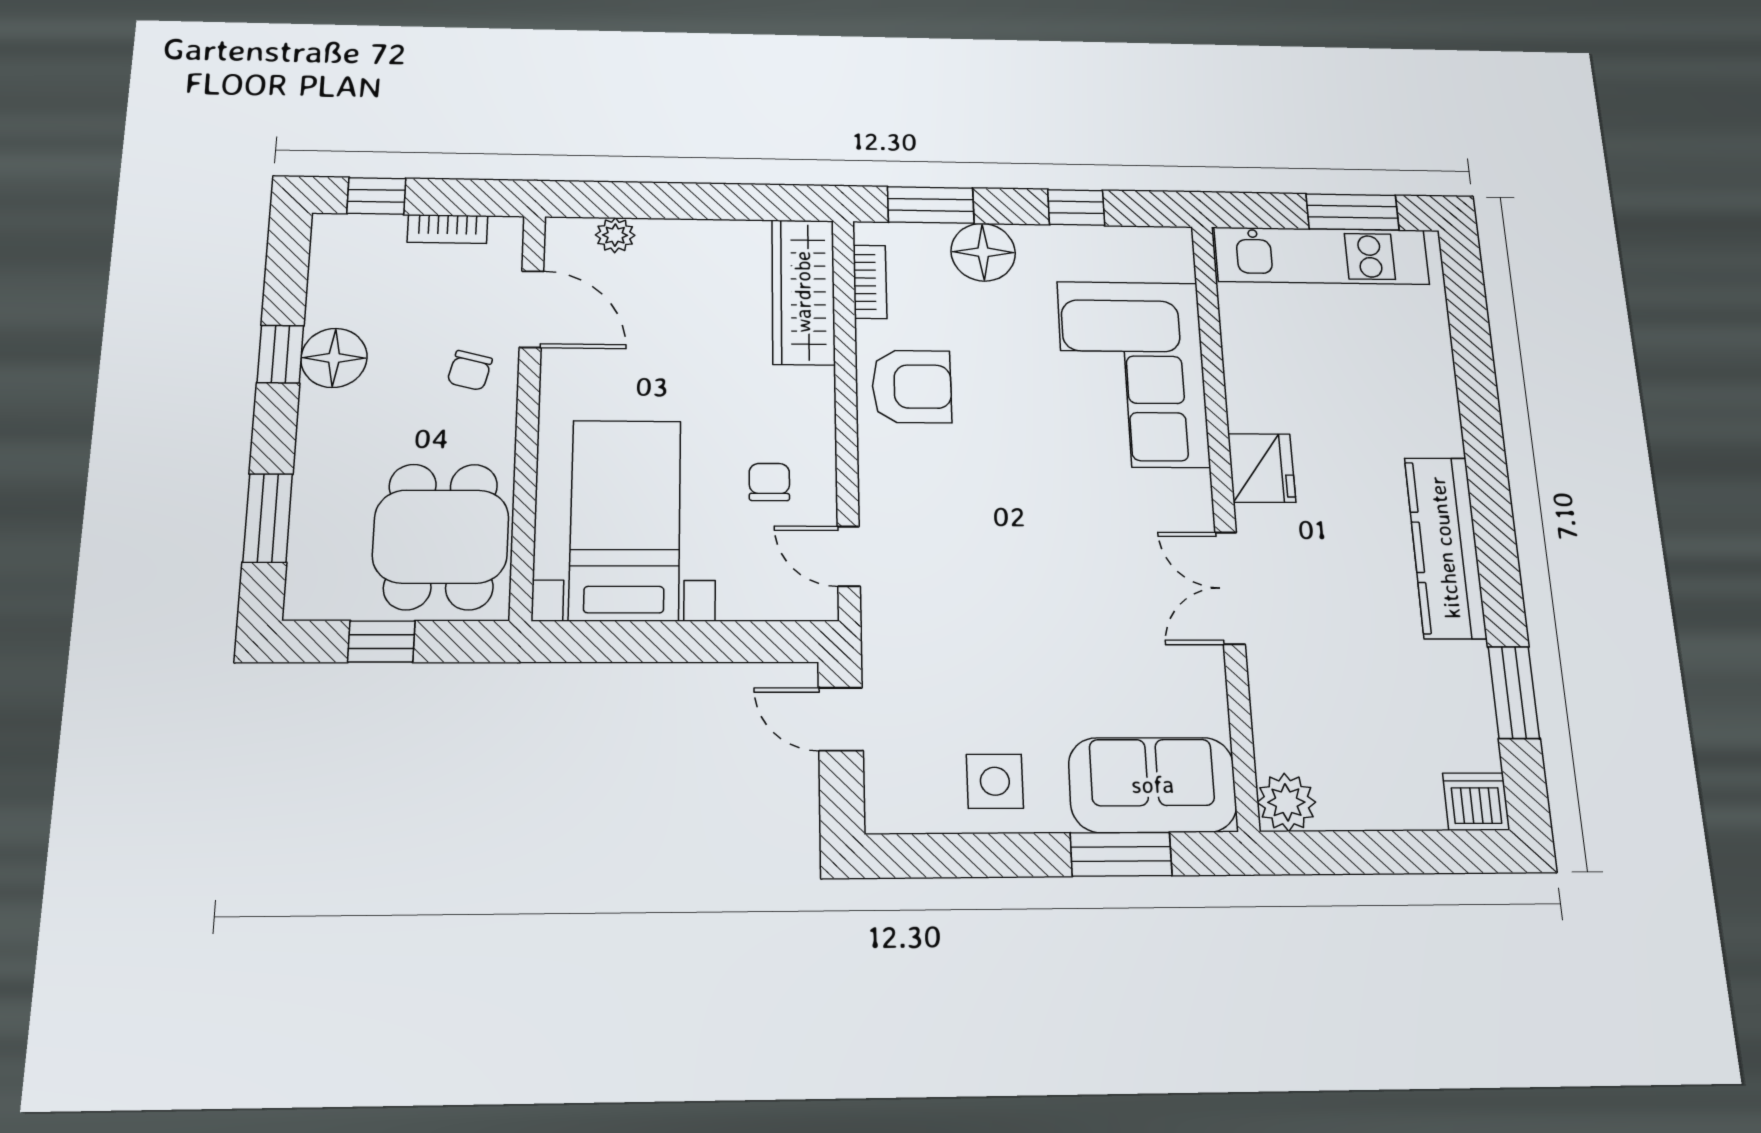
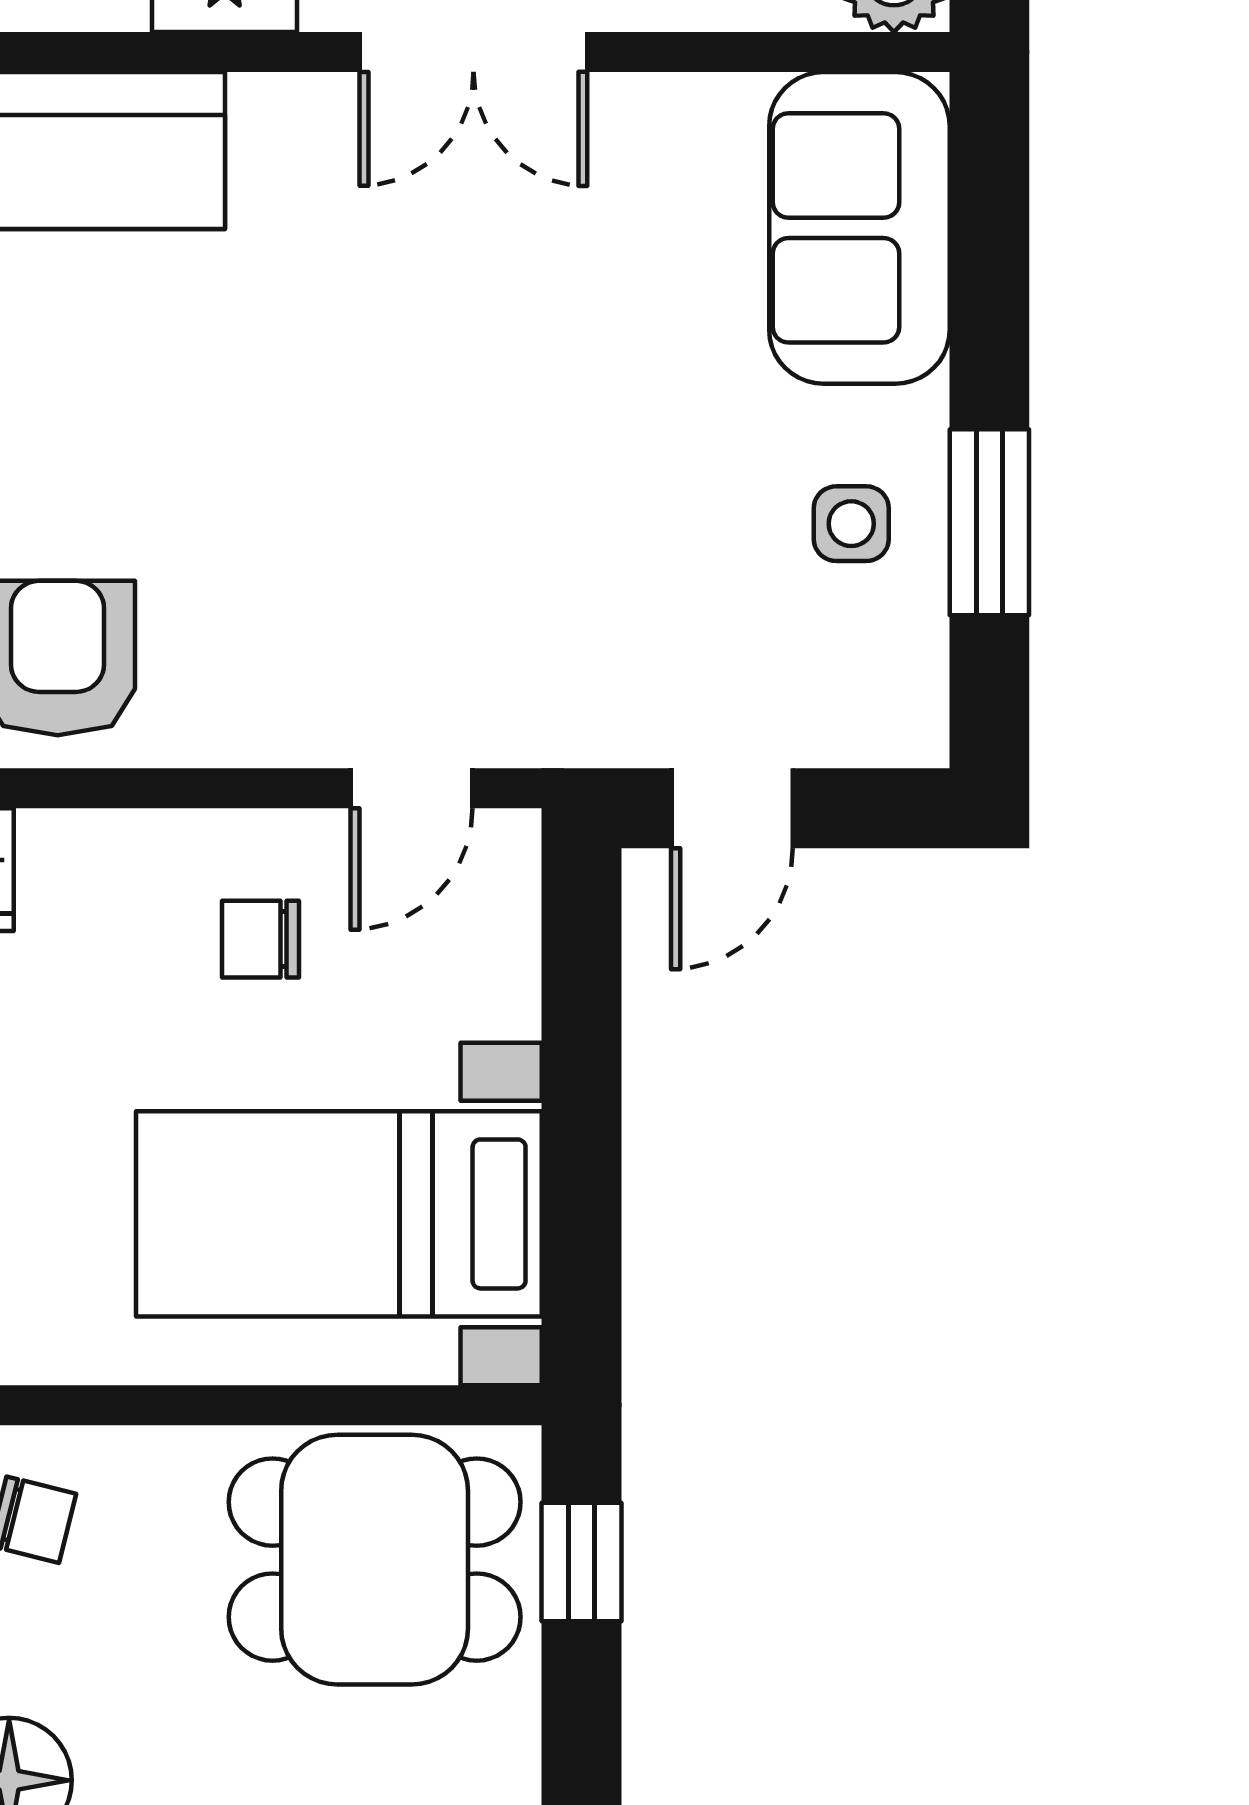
window: (381, 642) -> (581, 1562), moved
side table: (995, 781) -> (851, 524), width x0.73, depth x0.73
window: (1121, 854) -> (989, 522), moved

